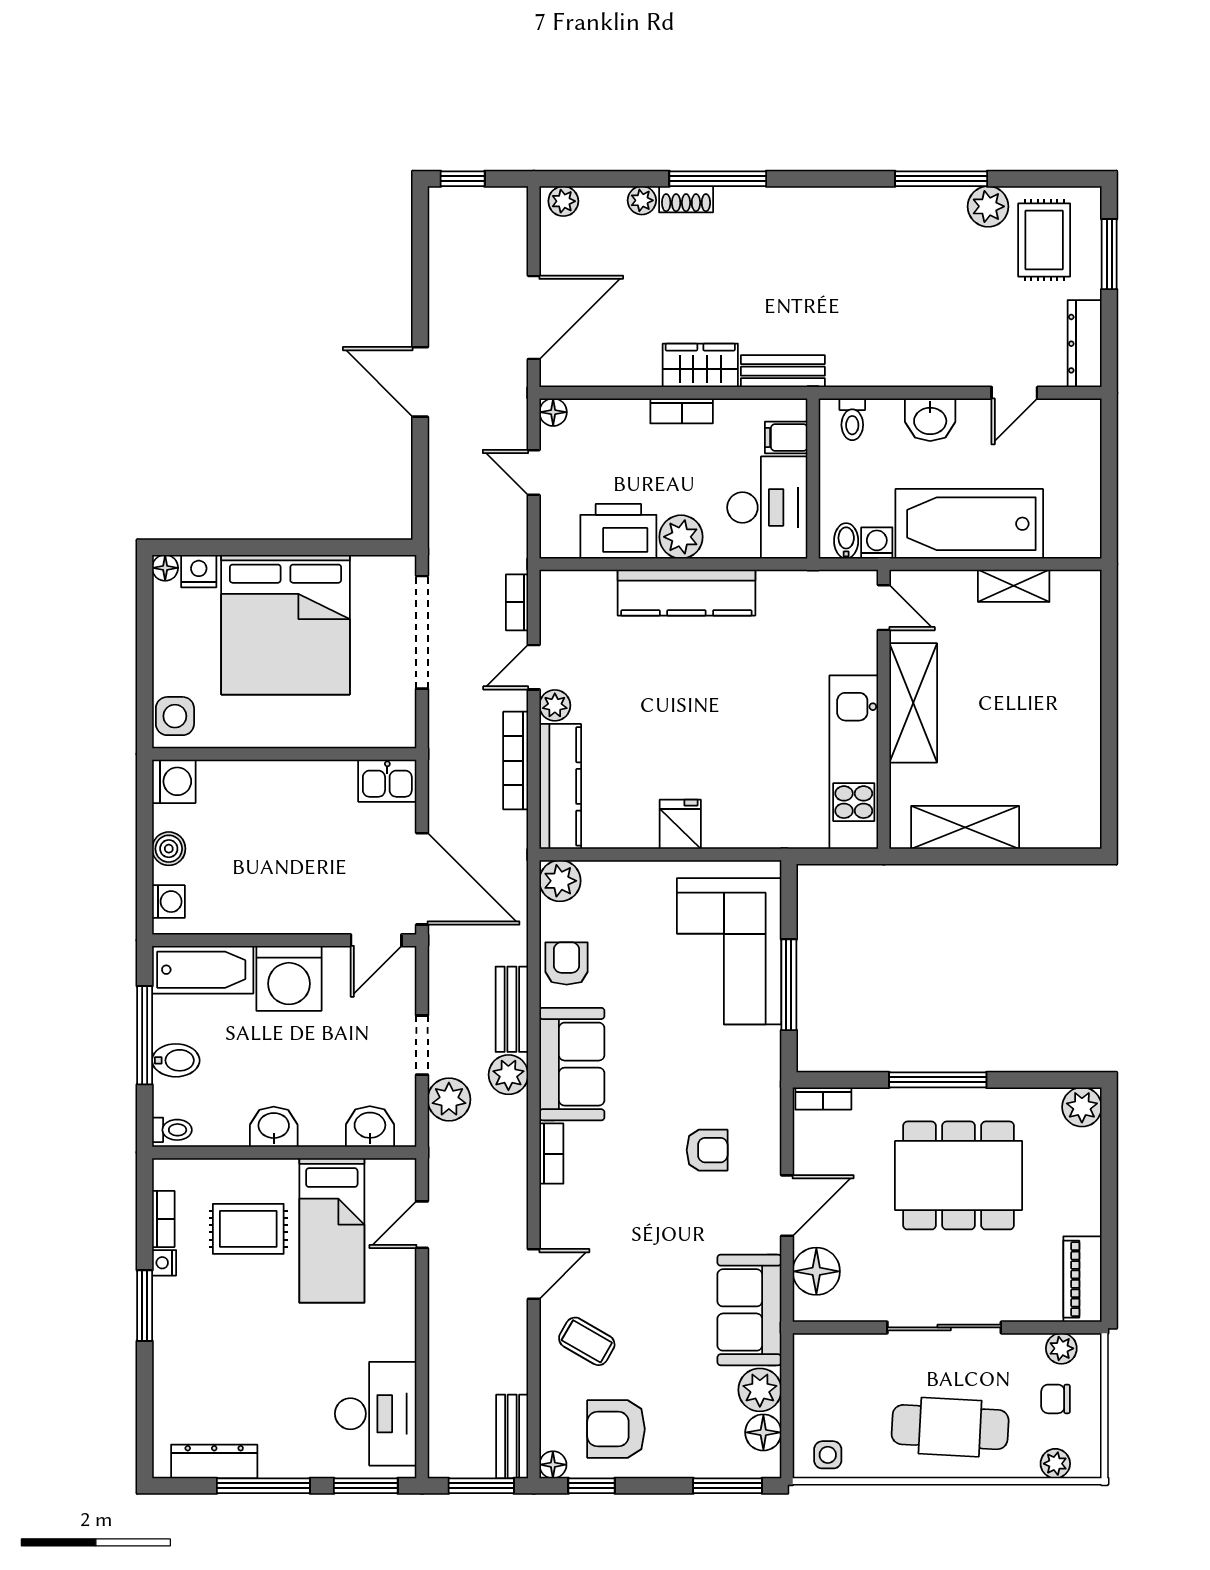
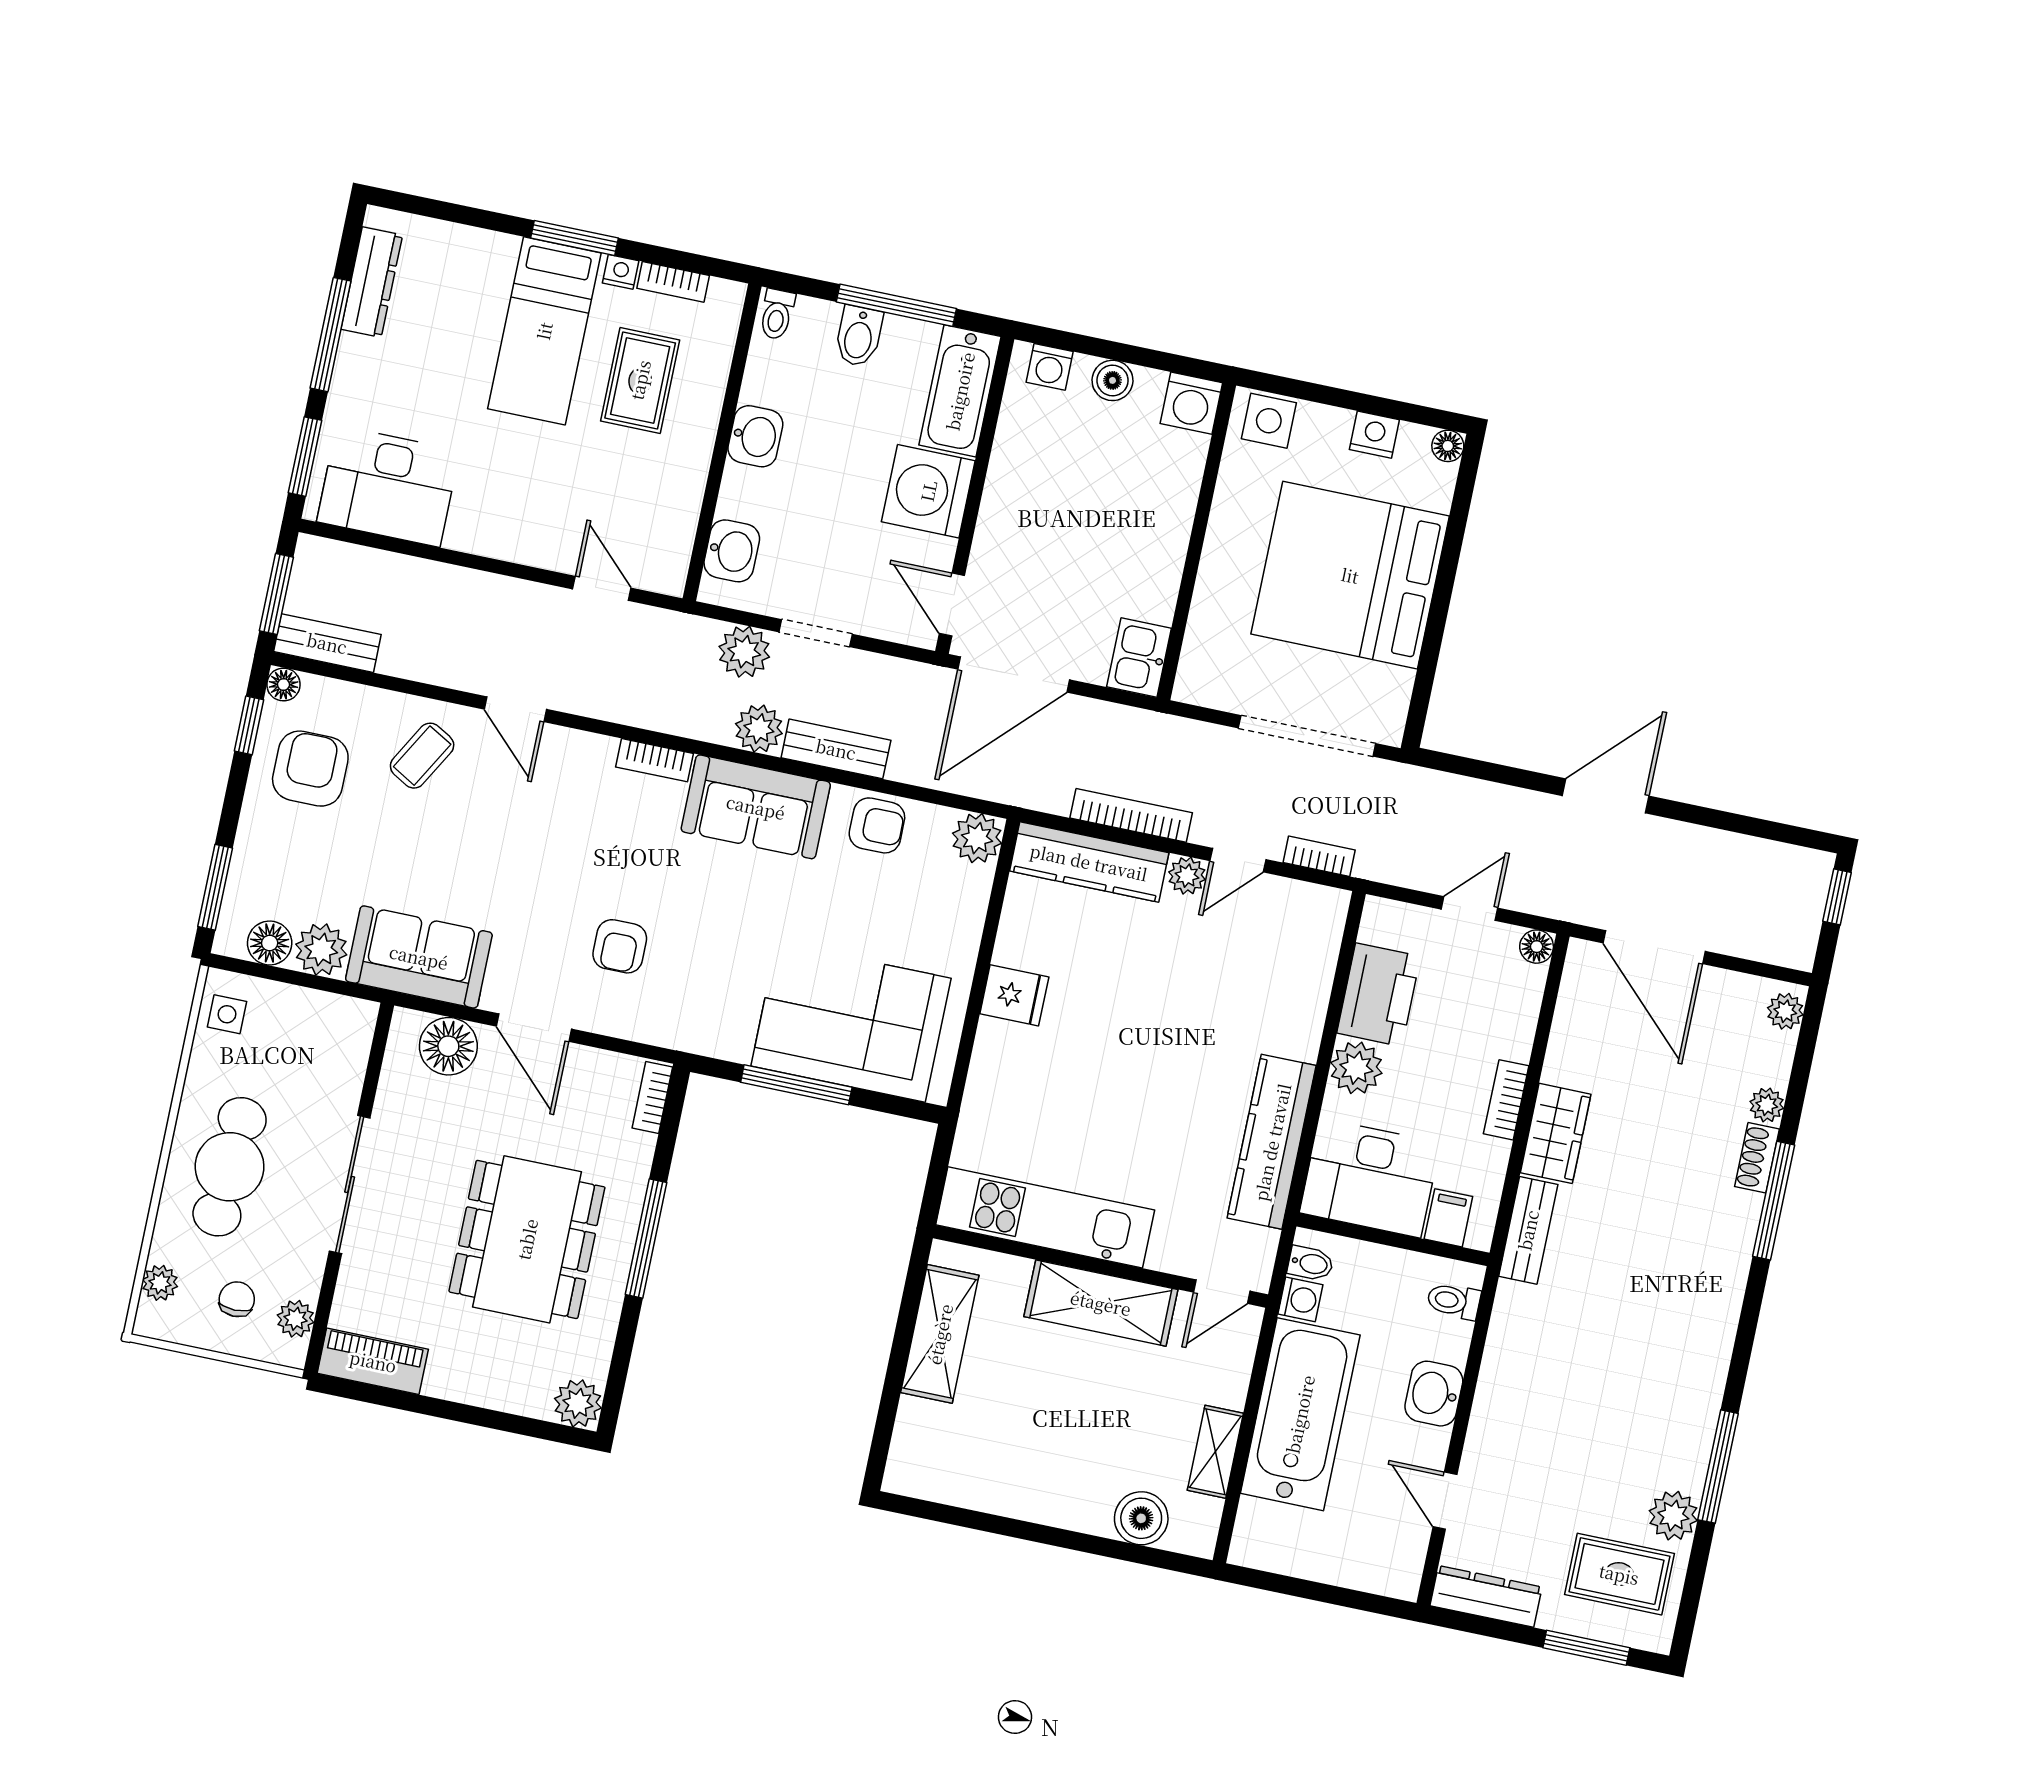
nightstand: (199, 571) -> (1374, 435), moved, turned -90
kitchen counter: (686, 593) -> (1272, 1142), moved
boiler: (1080, 634) -> (1141, 1518), added
door: (534, 667) -> (1238, 860), swing flipped
bed: (332, 1230) -> (544, 331), moved, turned -90

